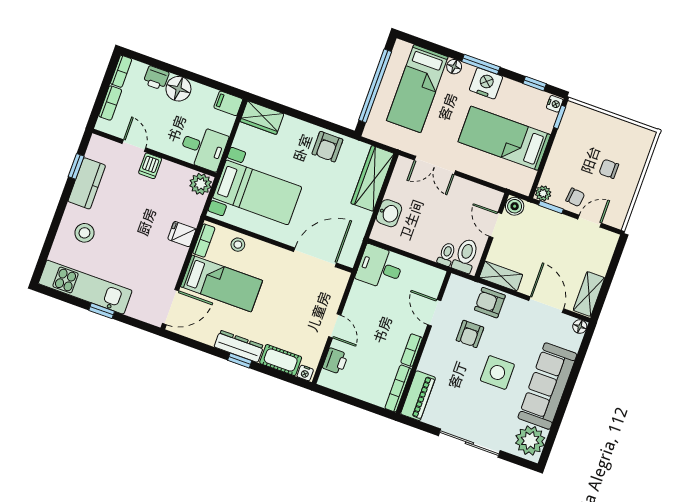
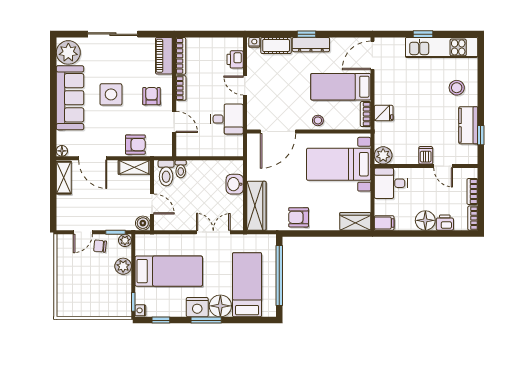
floor lamp: (454, 67) -> (220, 306), width x1.89, depth x1.89
armchair: (327, 147) -> (299, 217), turned -90
plant: (556, 164) -> (123, 266), added
chair: (609, 169) -> (83, 276), removed
stool: (238, 245) -> (318, 120), moved
desk: (380, 267) -> (227, 119), moved
armchair: (470, 334) -> (152, 96), moved

